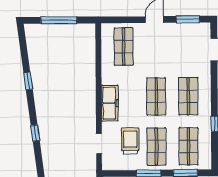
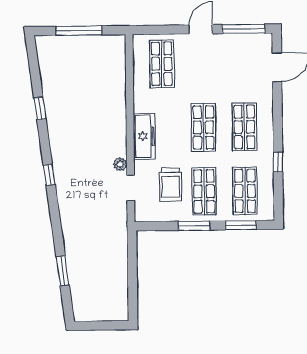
window: (188, 19) -> (243, 29), width x1.44
plant: (91, 125) -> (120, 164), added
trolley: (130, 141) -> (171, 184), turned 180

